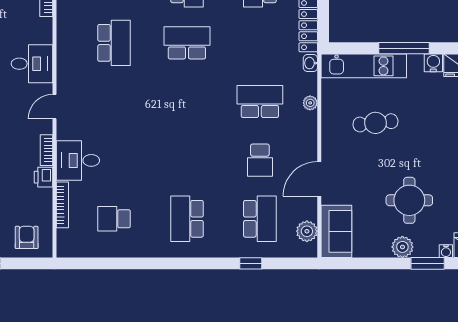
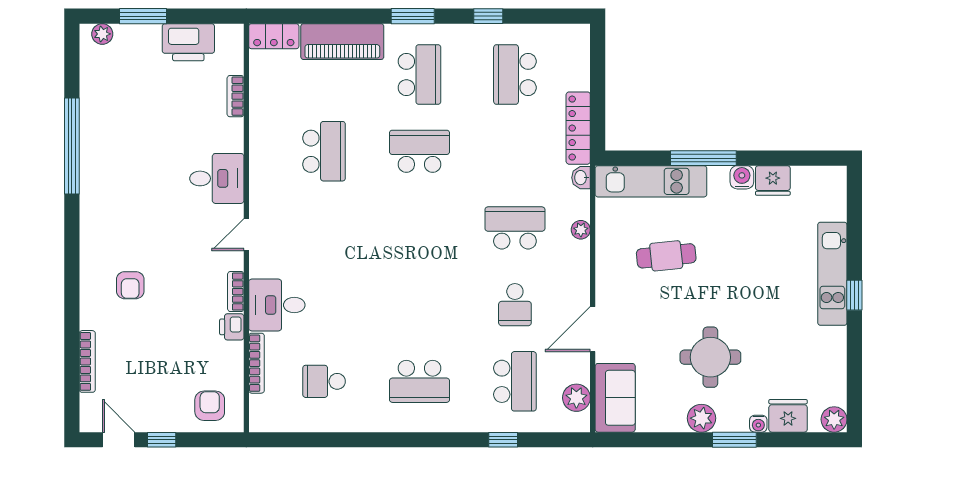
school desk: (187, 219) -> (419, 381), turned -90

